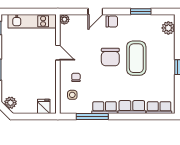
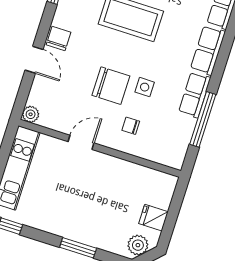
chair: (110, 57) -> (111, 86), moved
side table: (72, 95) -> (145, 87), moved
fridge: (44, 106) -> (153, 218), moved

